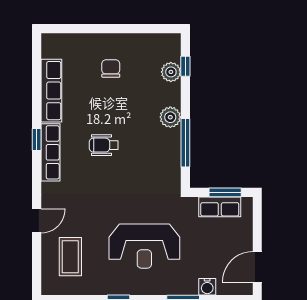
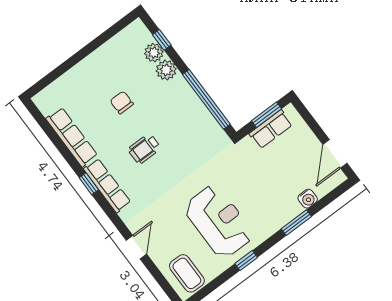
chair: (111, 69) -> (122, 102), moved
plant: (170, 117) -> (166, 70), moved
window: (185, 143) -> (206, 99), width x1.46
reception desk: (144, 246) -> (219, 221), moved, turned -90
coffee table: (70, 257) -> (187, 273), moved

